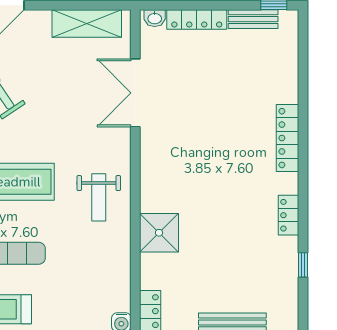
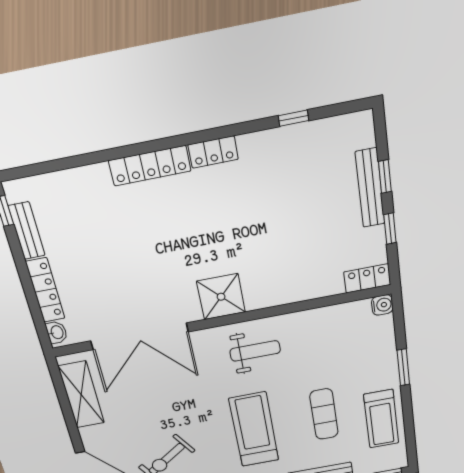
double door: (135, 93) -> (139, 336), width x1.36
locker: (288, 215) -> (213, 152), moved
shower: (159, 233) -> (221, 297), moved

